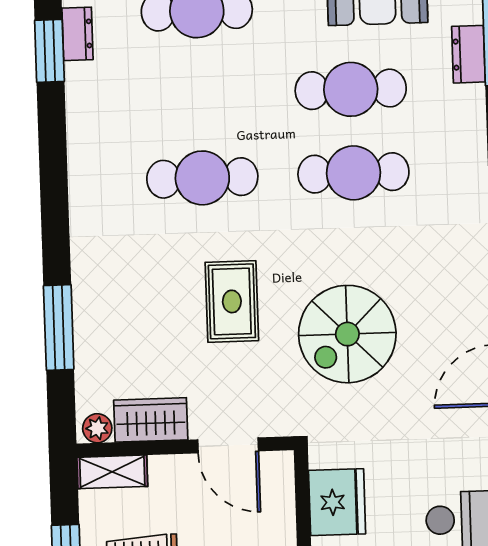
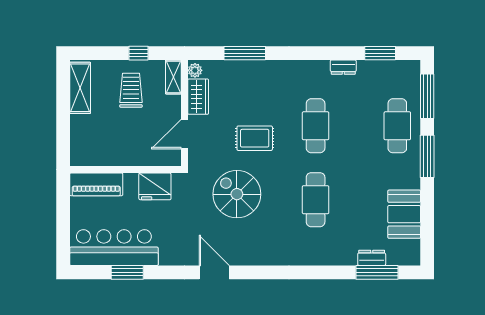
dresser: (78, 34) -> (343, 67), moved
cafe table: (351, 89) -> (356, 200), removed

